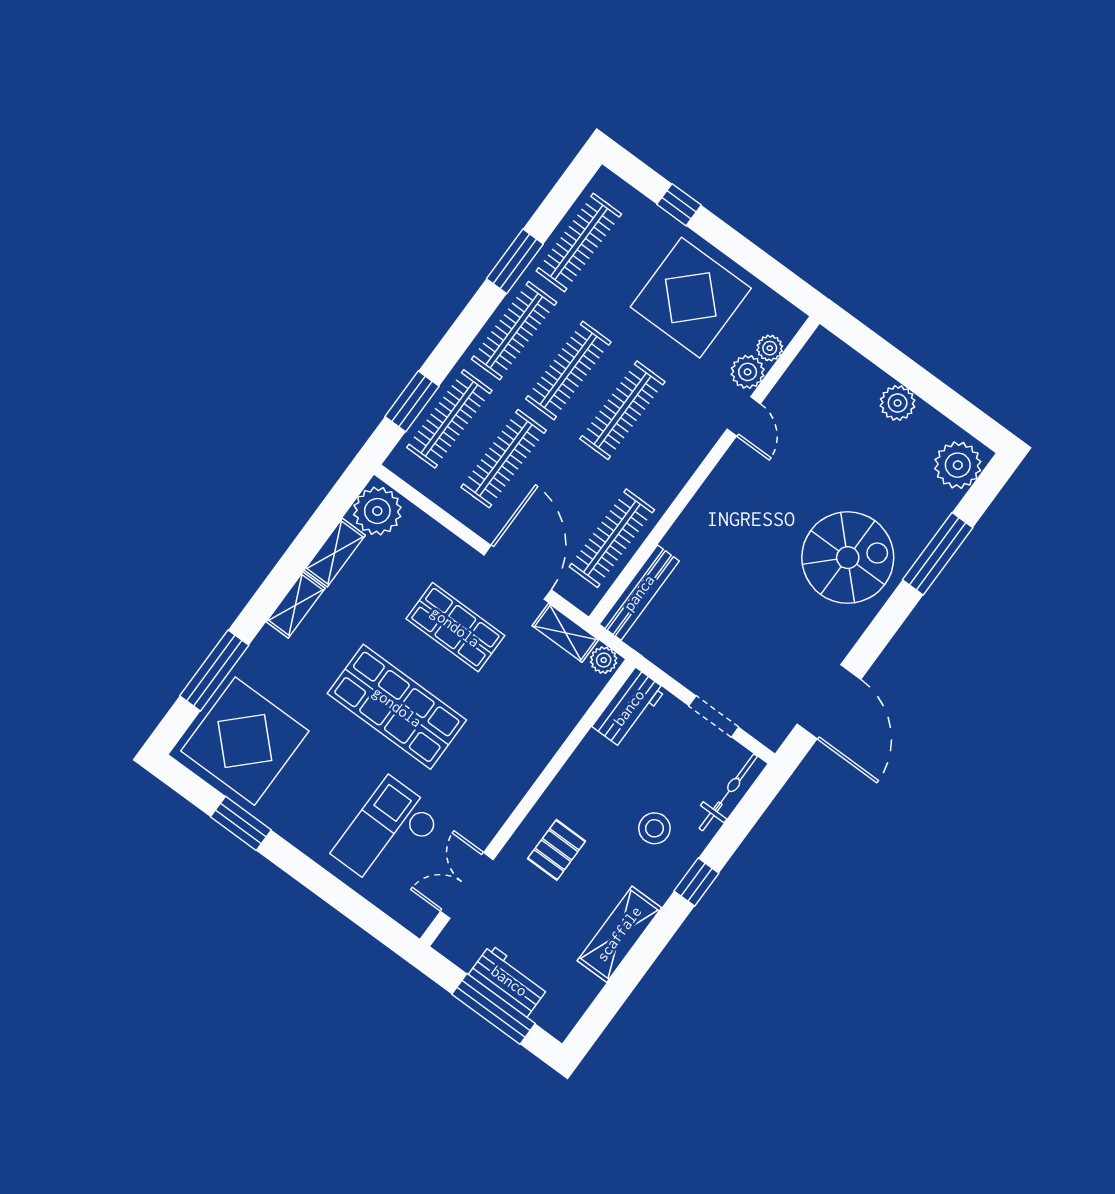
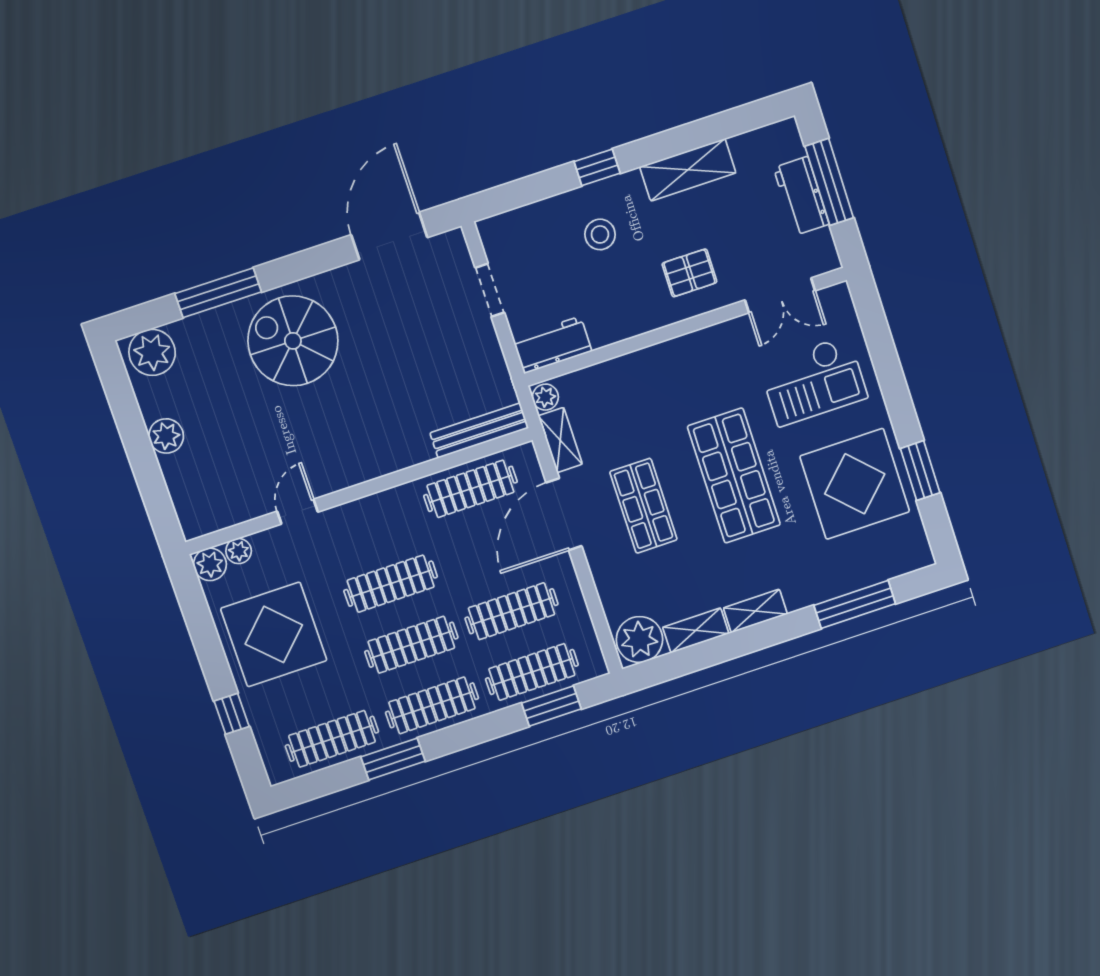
plant: (748, 372) -> (210, 564), moved
display table: (245, 741) -> (855, 484), moved
bicycle: (728, 792) -> (521, 221), removed

